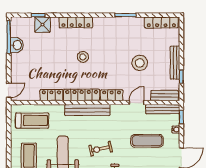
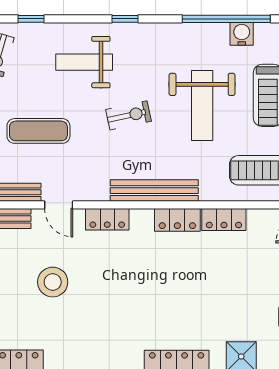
stool: (83, 57) -> (163, 294), removed
locker: (82, 95) -> (177, 220), width x0.66
door: (137, 103) -> (59, 205), hinge flipped

